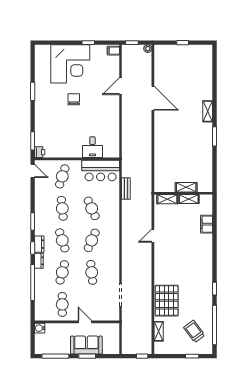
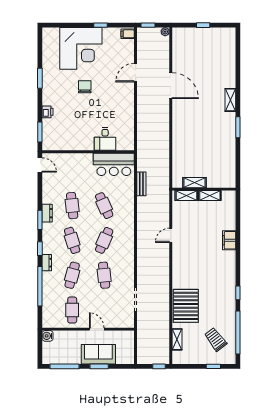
printer: (40, 152) -> (48, 112), moved
cafe table: (62, 176) -> (72, 171), removed
shelving: (186, 187) -> (195, 183), moved
filing cabinet: (207, 224) -> (229, 240), moved
dresser: (39, 244) -> (47, 213), moved

